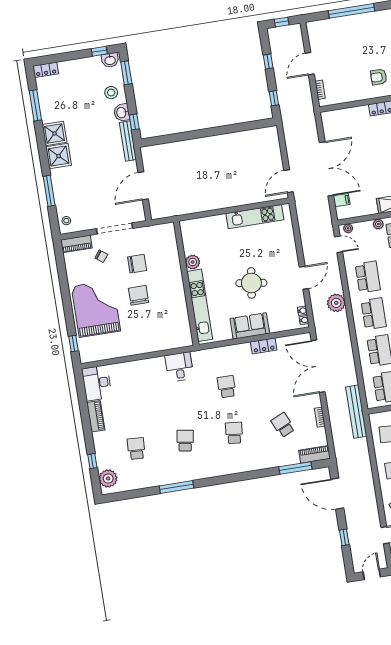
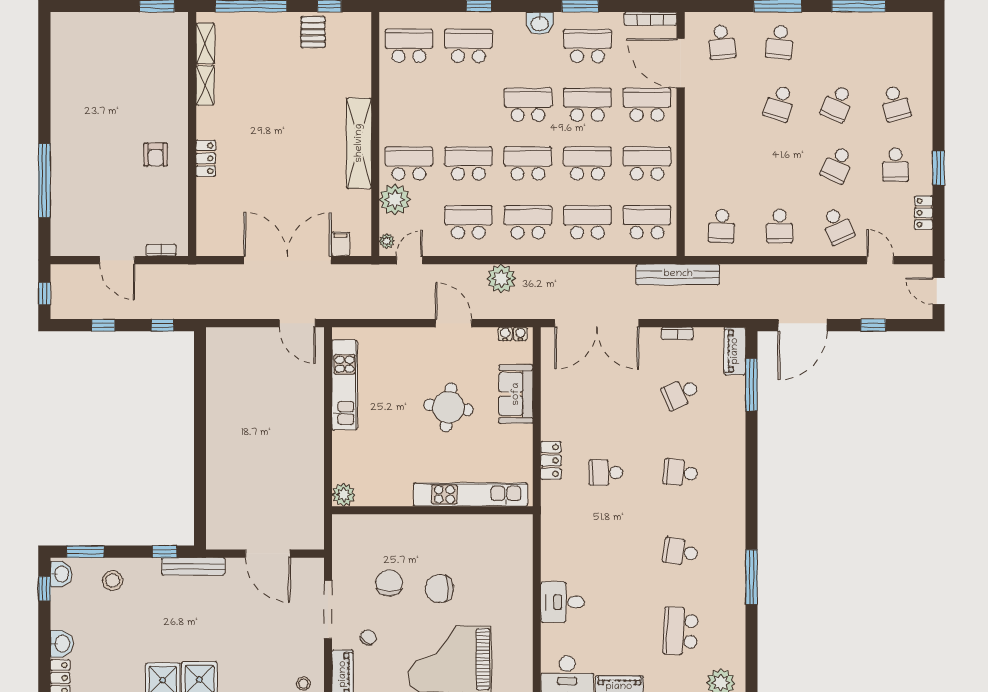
washbasin: (122, 113) -> (62, 644), moved, turned -90
plant: (378, 224) -> (395, 200), width x1.87, depth x1.87
plant: (193, 262) -> (344, 495), moved
sofa: (250, 326) -> (516, 394), moved
locker: (264, 346) -> (551, 460), moved
desk: (179, 367) -> (562, 602), moved
school desk: (136, 449) -> (681, 631), width x1.85

